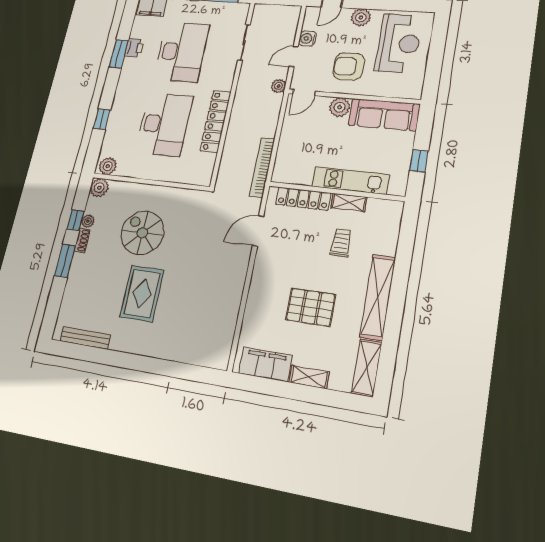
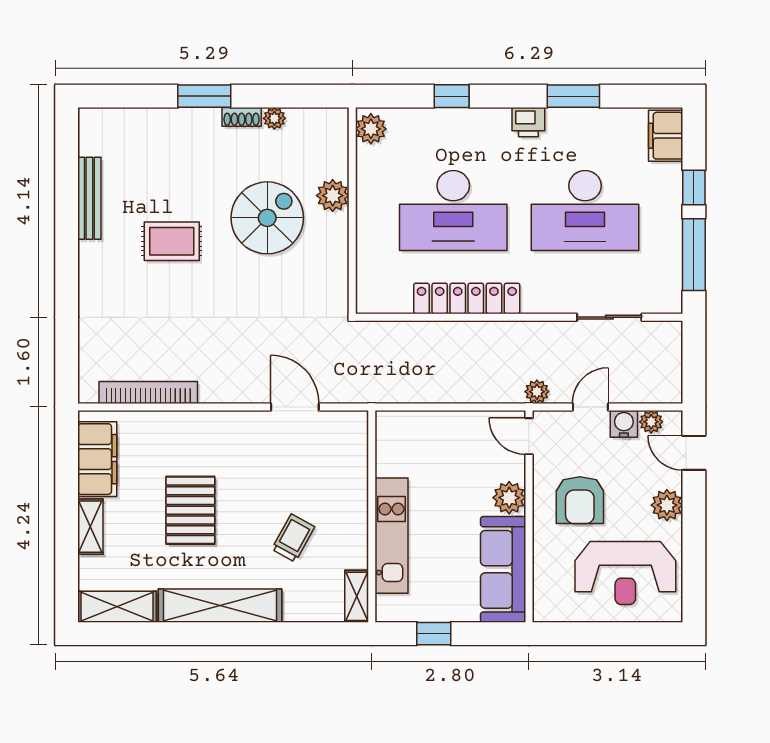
plant: (309, 23) -> (651, 422), added
printer: (134, 48) -> (528, 122), moved
door: (294, 57) -> (590, 407), hinge flipped
armchair: (349, 66) -> (580, 500), turned 180
bookcase: (262, 167) -> (148, 392), moved
plant: (99, 188) -> (333, 196), moved
locker: (303, 199) -> (354, 468), removed
shelving: (349, 202) -> (357, 596), moved
window: (76, 220) -> (273, 96), removed
trolley: (341, 243) -> (293, 538), turned -61
rug: (142, 293) -> (172, 241), width x0.73, depth x0.70
bench: (85, 338) -> (89, 198), moved

